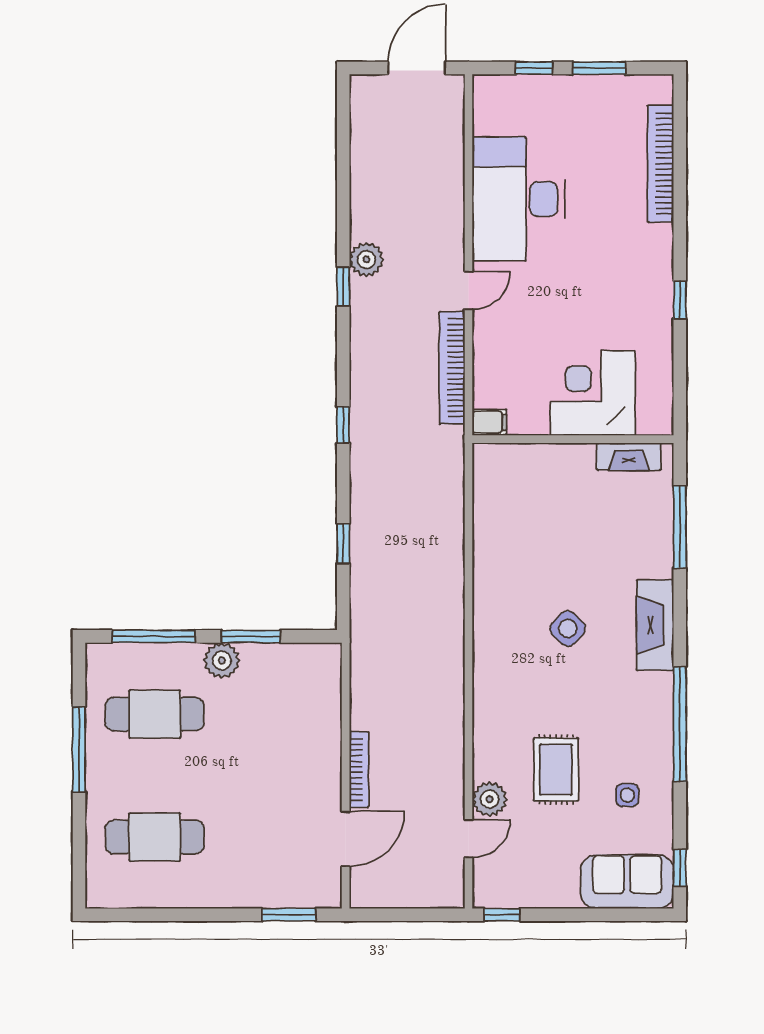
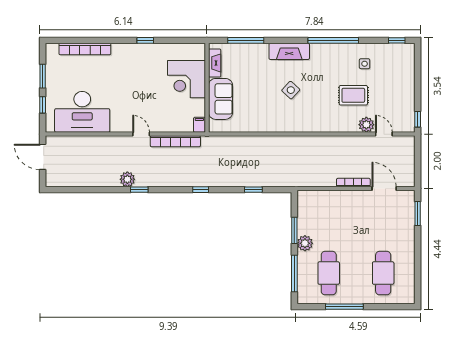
desk: (519, 199) -> (82, 112), moved
sofa: (627, 882) -> (220, 99), moved, turned 180

